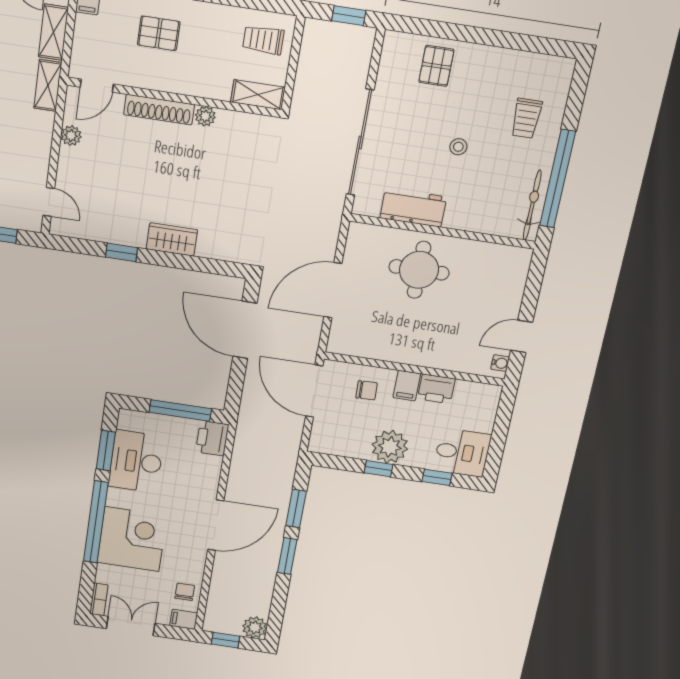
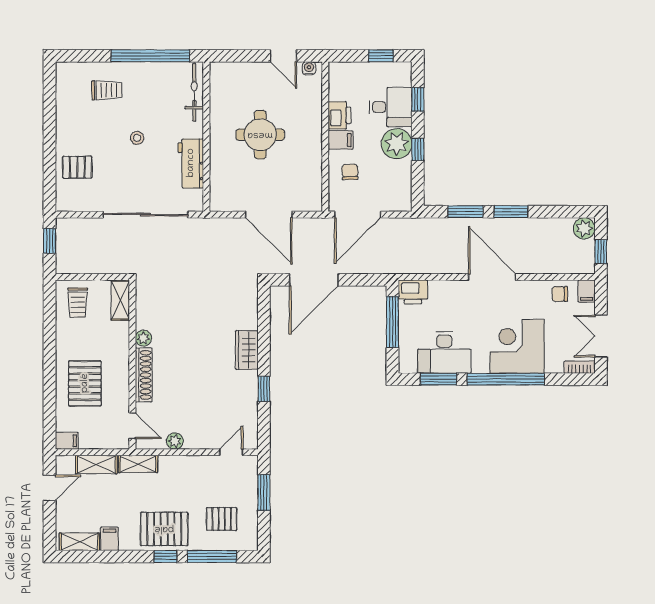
pallet: (159, 33) -> (85, 383), width x1.50, depth x1.42
bicycle: (532, 205) -> (194, 92), moved, turned 90
round table: (419, 270) -> (260, 135), moved
window: (497, 445) -> (381, 56), added
desk: (462, 453) -> (391, 107), moved, turned 90

